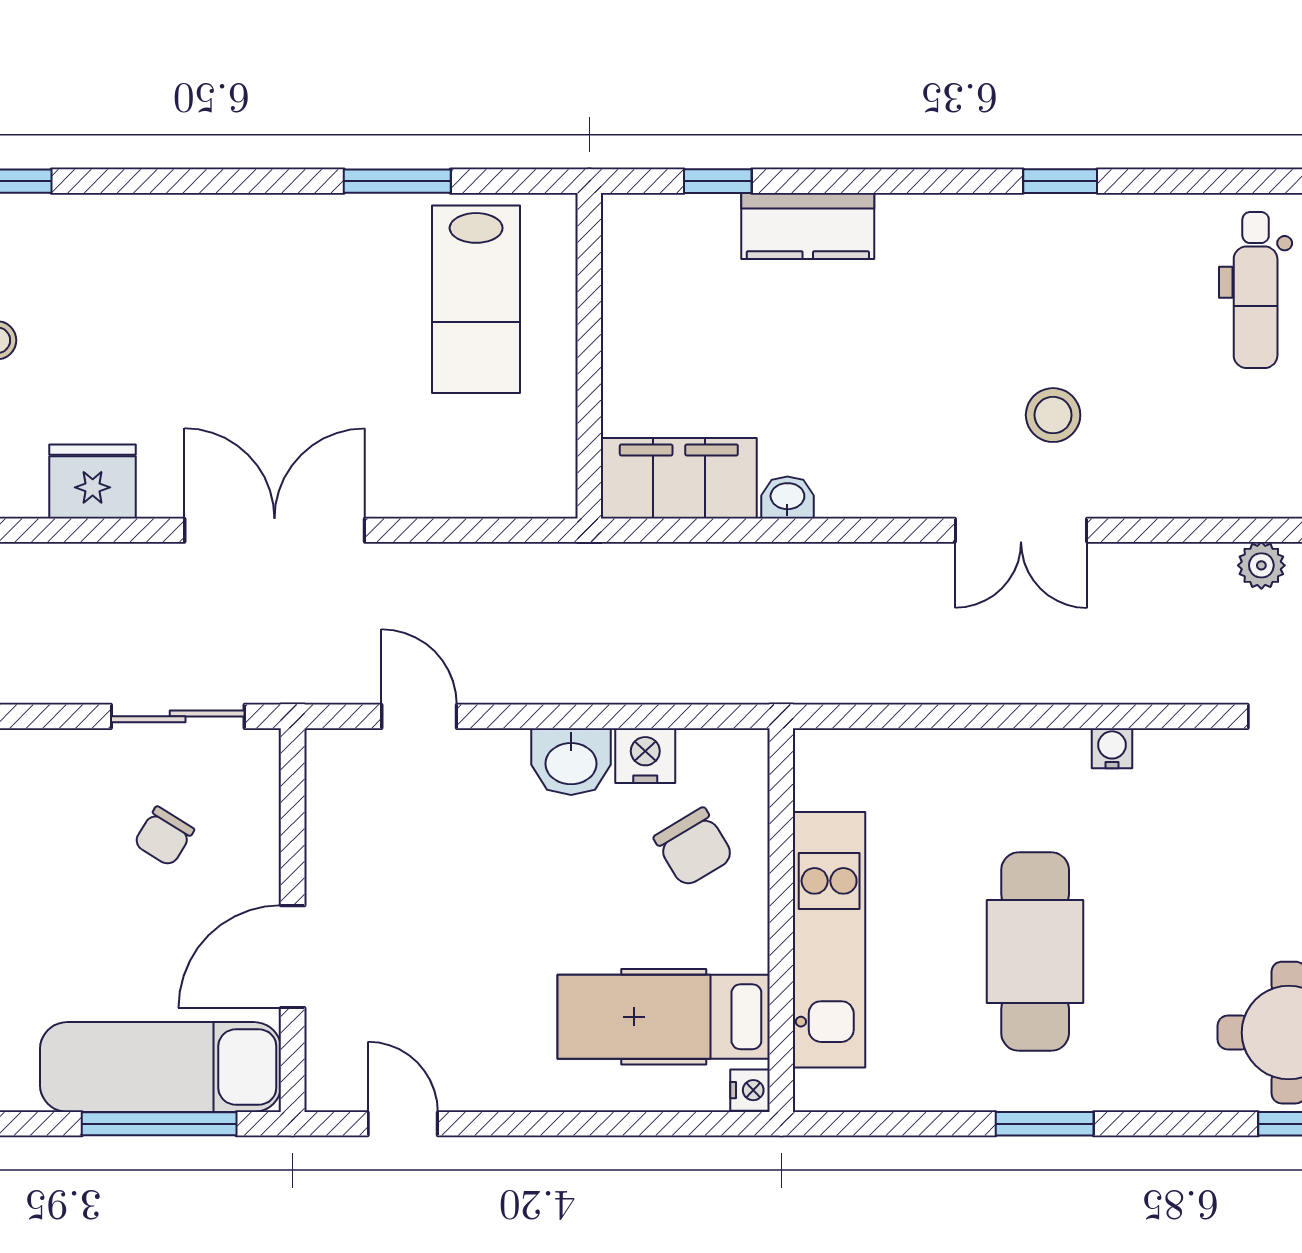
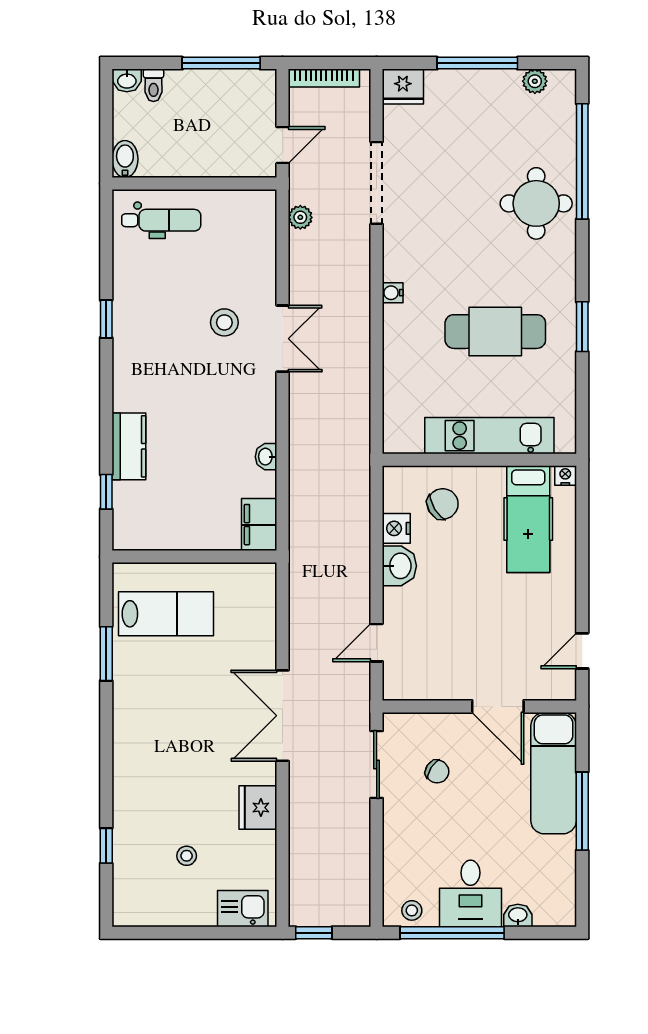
filing cabinet: (679, 478) -> (259, 525), width x0.67, depth x0.86
window: (159, 1124) -> (582, 811), moved

